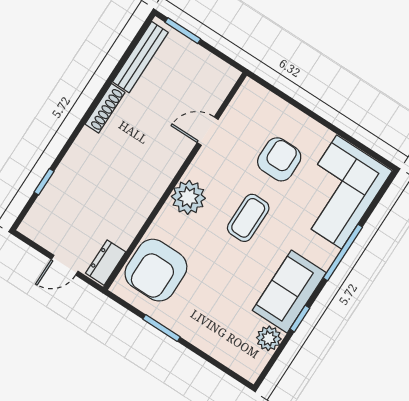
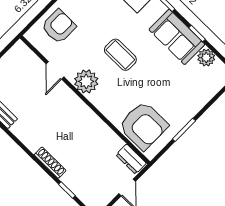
shoe rack: (105, 108) -> (50, 163), moved
armchair: (279, 159) -> (59, 26), moved, turned 90
plant: (188, 197) -> (86, 81), moved

